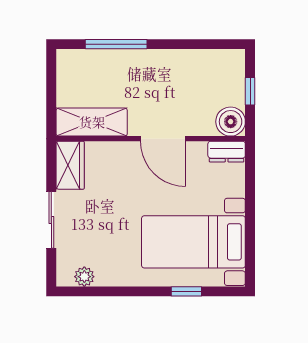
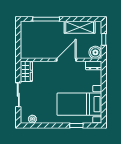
shelving: (92, 122) -> (80, 27), moved
door: (163, 139) -> (66, 60), swing flipped

